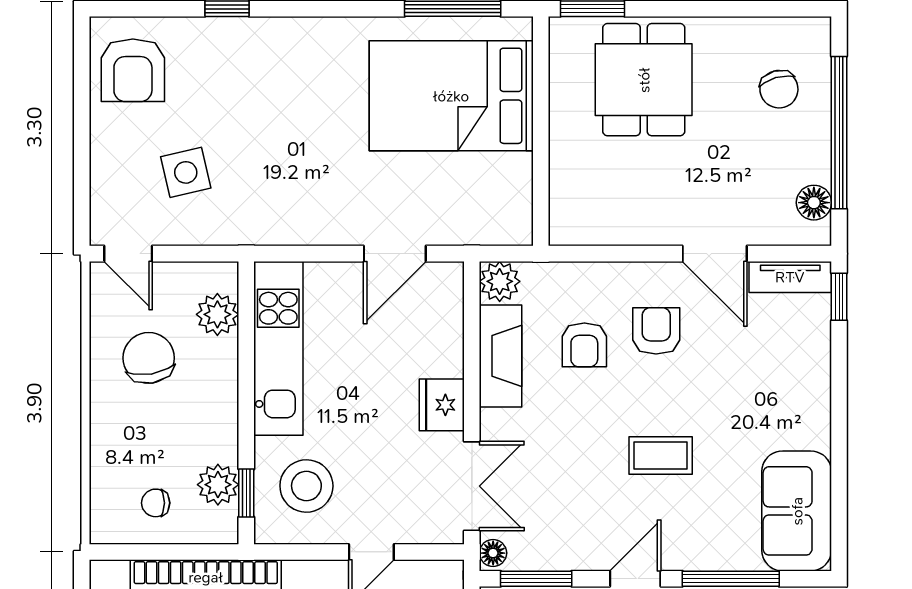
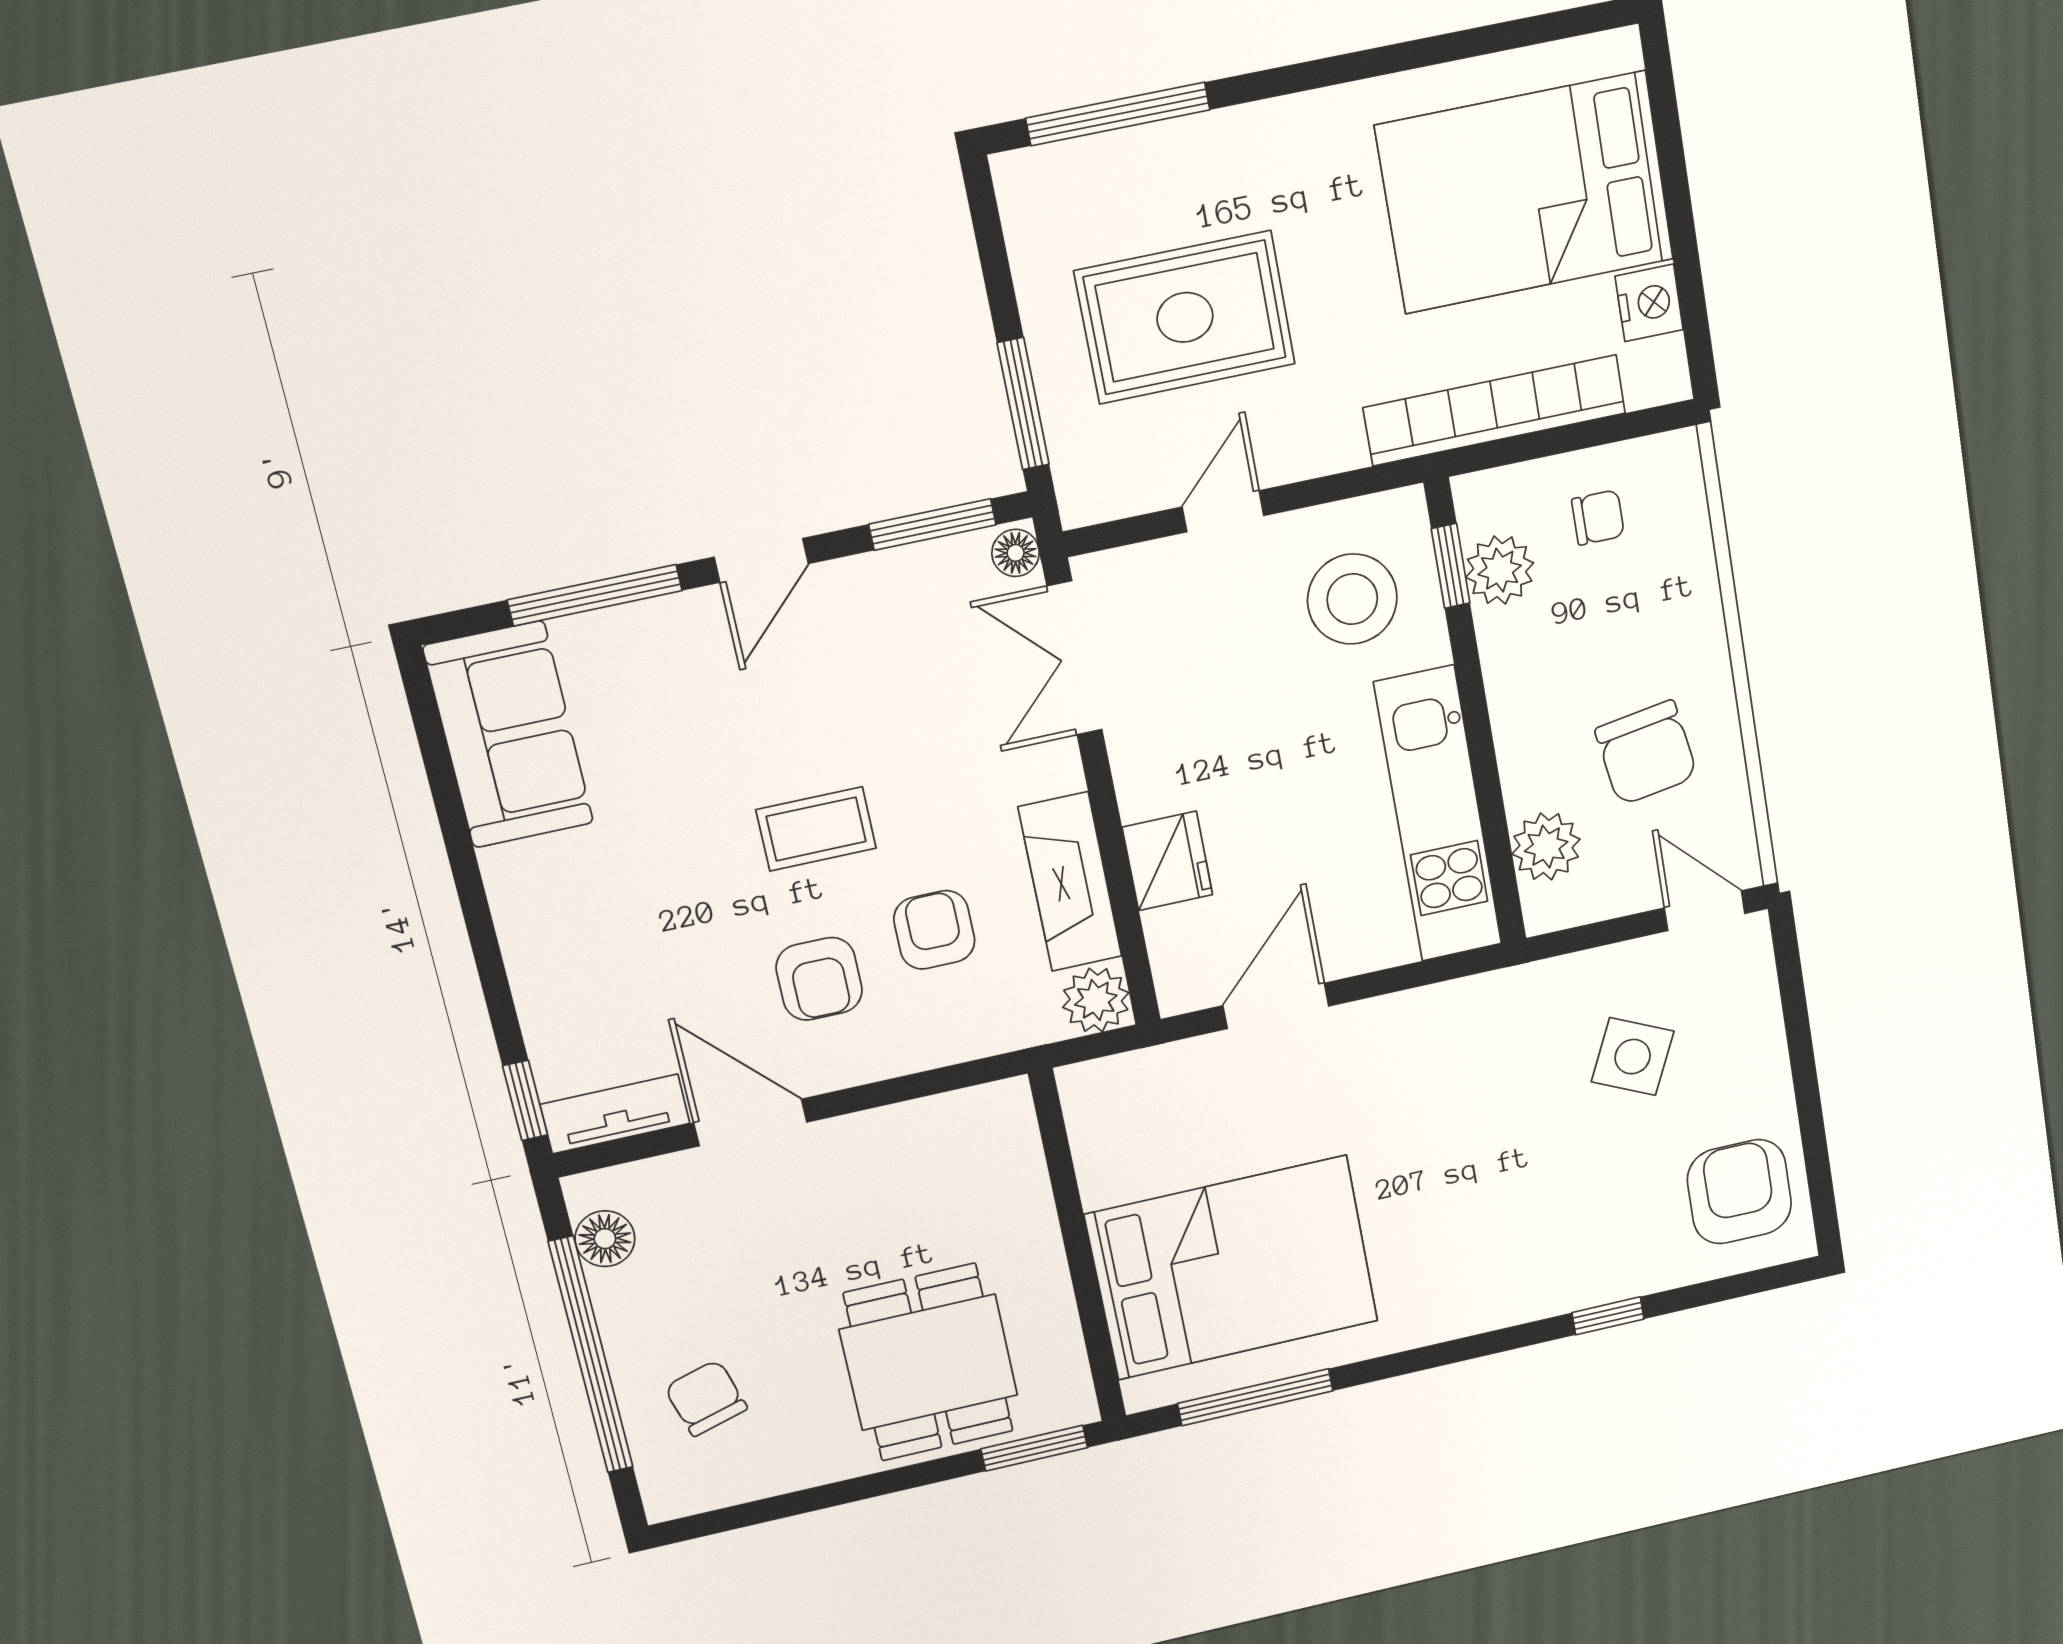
side table: (186, 172) -> (1633, 1057), turned 38
fridge: (442, 405) -> (1167, 861), moved
coffee table: (661, 456) -> (816, 829), moved

